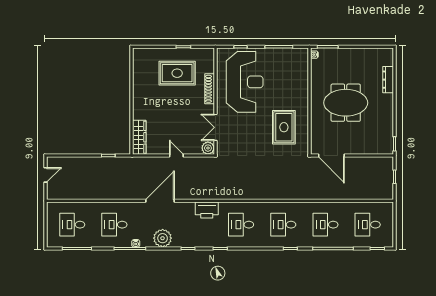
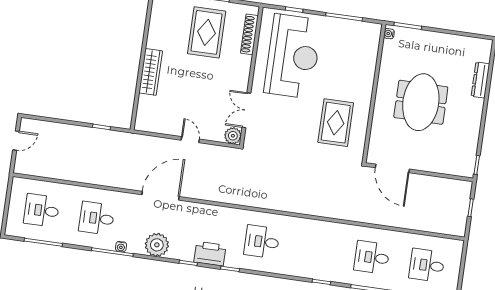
rug: (177, 73) -> (207, 32), turned 90
shoe rack: (210, 89) -> (250, 34), moved
meeting table: (346, 103) -> (421, 102), turned 90
wardrobe: (139, 137) -> (151, 72), moved
printer: (207, 210) -> (210, 254), moved, turned 180
desk: (283, 225) -> (317, 250), removed

